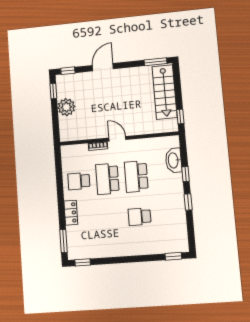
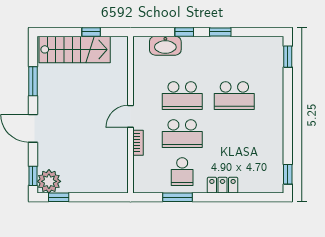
window: (155, 62) -> (33, 81), moved
plant: (66, 107) -> (49, 181), moved
window: (180, 117) -> (91, 32), moved
school desk: (140, 217) -> (234, 96), width x1.85
window: (64, 241) -> (177, 197), moved

